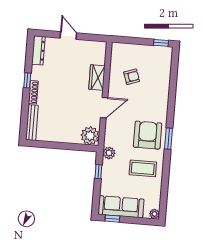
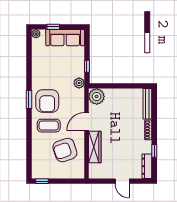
wardrobe: (97, 77) -> (95, 147), width x1.50
armchair: (132, 77) -> (65, 150), width x1.88, depth x1.88
window: (27, 80) -> (154, 151), moved
coffee table: (143, 168) -> (49, 126), moved
window: (112, 219) -> (53, 27), moved

